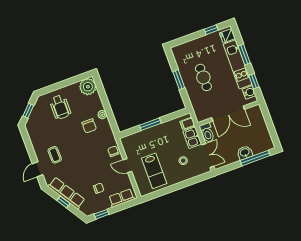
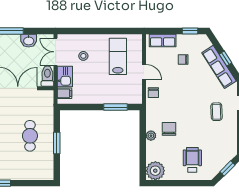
window: (150, 124) -> (116, 107), moved
washbasin: (245, 153) -> (29, 41), moved

